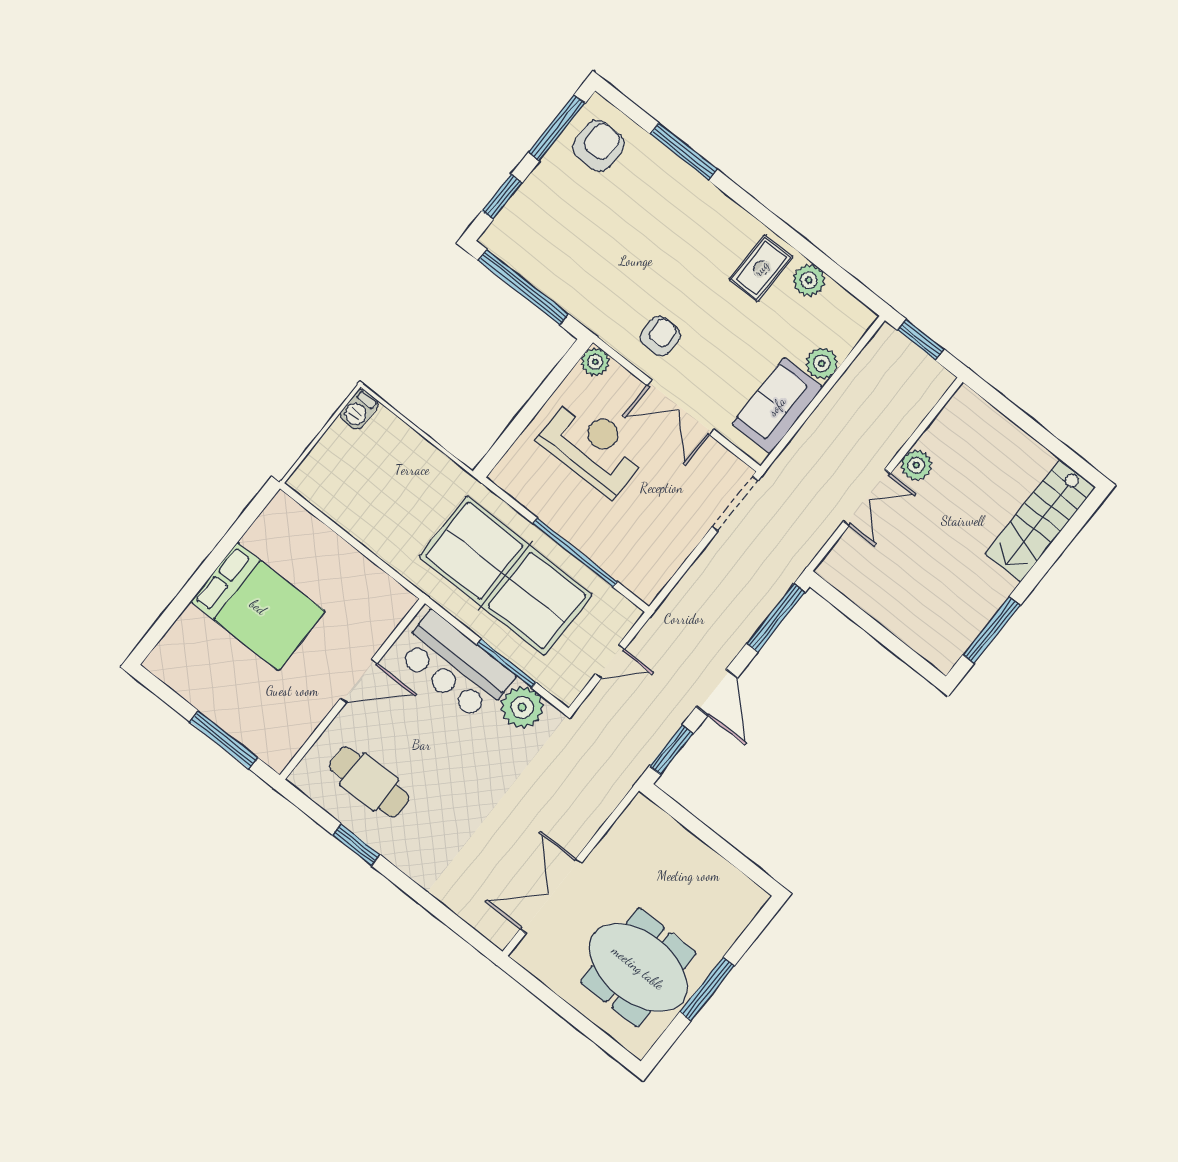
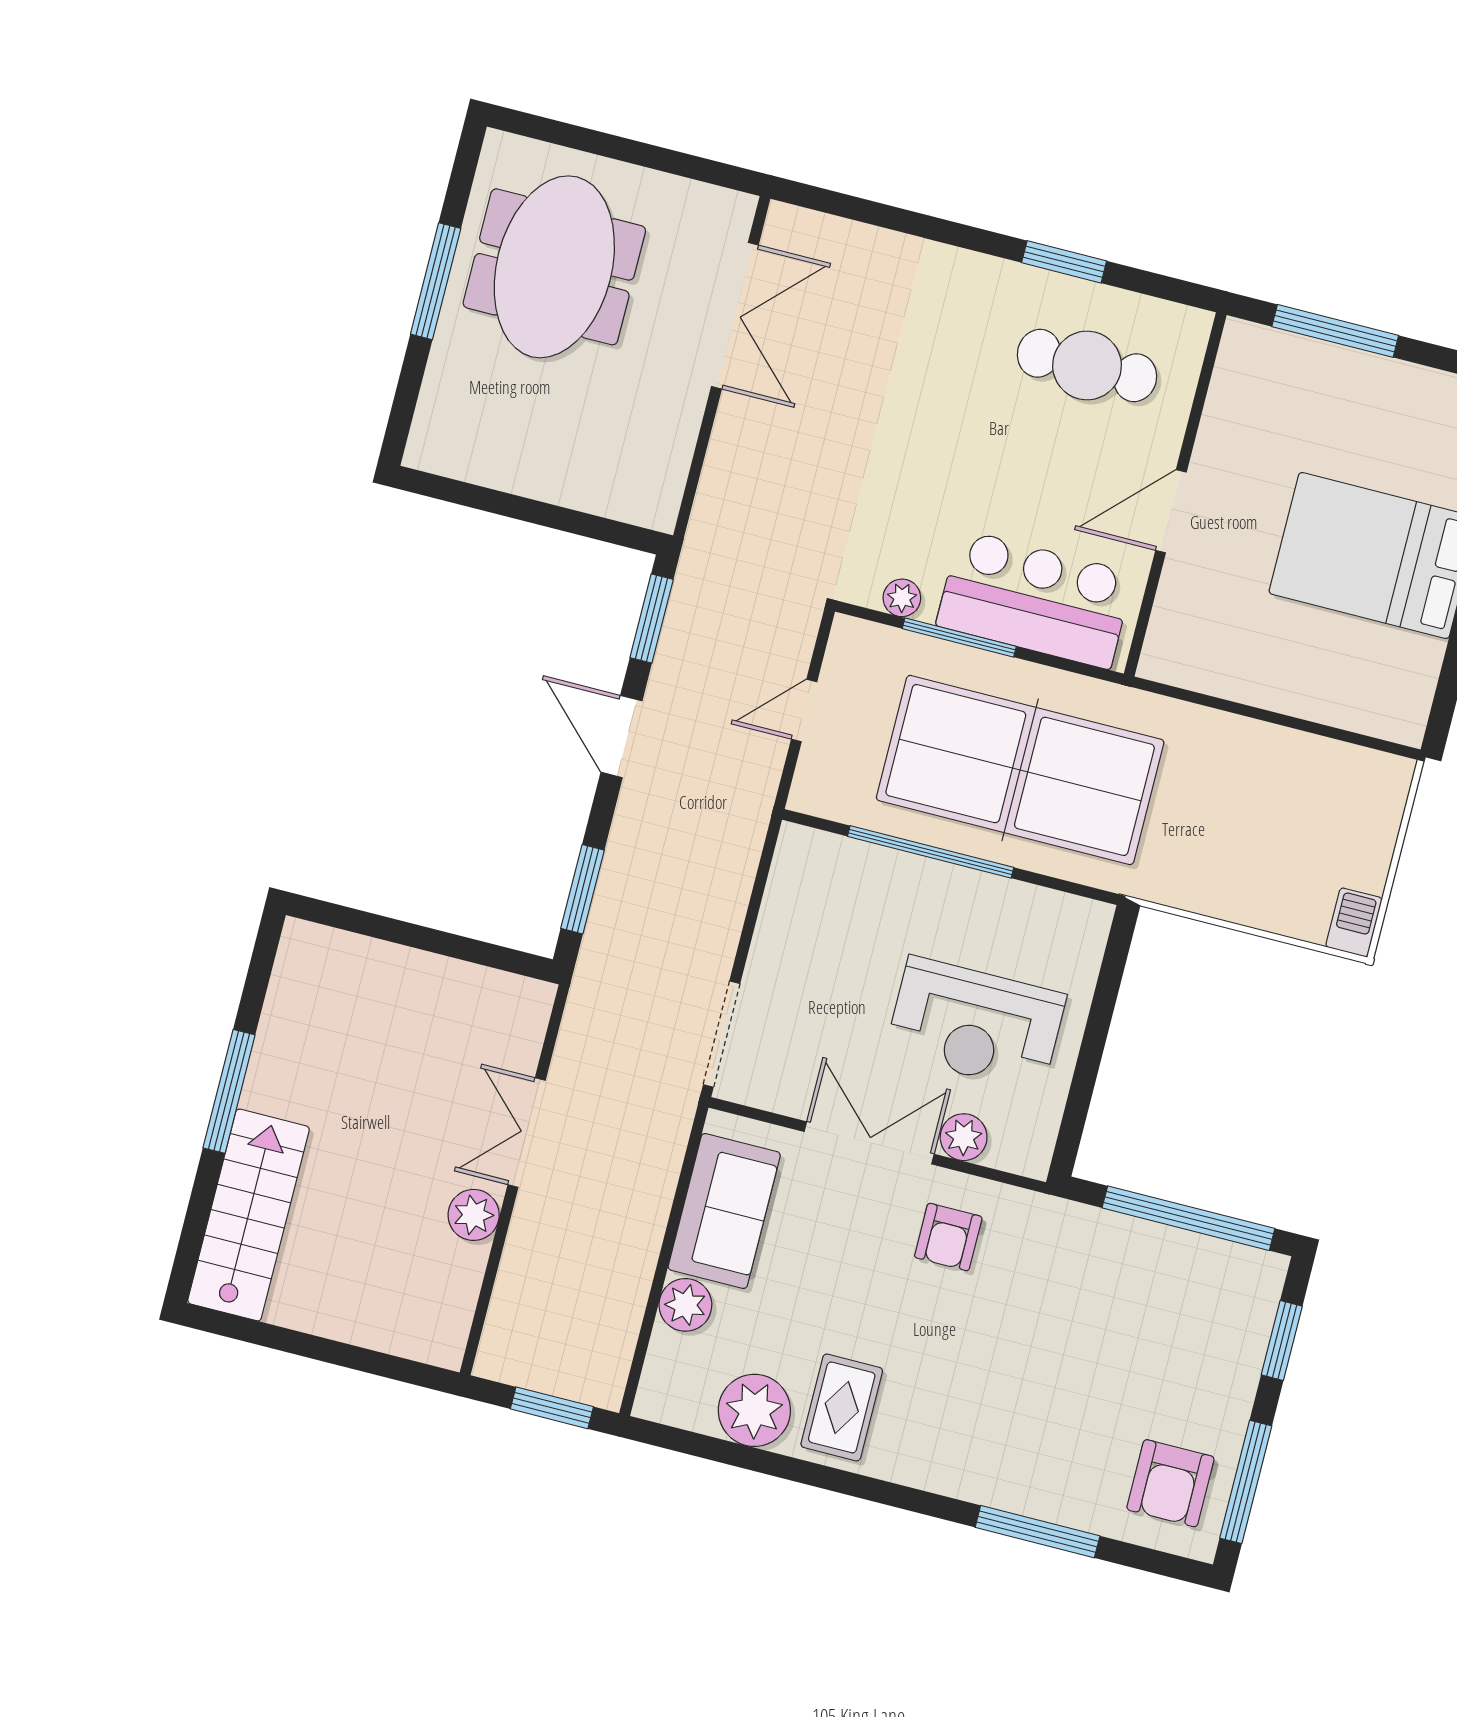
plant: (809, 280) -> (754, 1410), width x1.36, depth x1.36
plant: (595, 362) -> (964, 1137), moved
window: (776, 618) -> (583, 889), width x0.69
window: (991, 630) -> (229, 1091), moved
plant: (522, 707) -> (902, 598), width x0.53, depth x0.53
meeting table: (638, 968) -> (554, 267), turned 90

